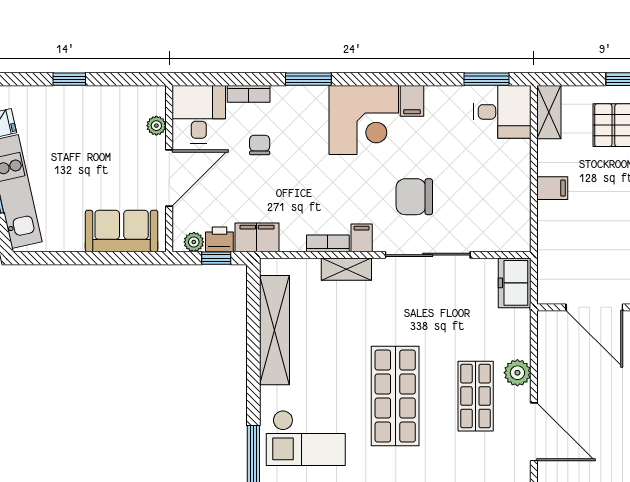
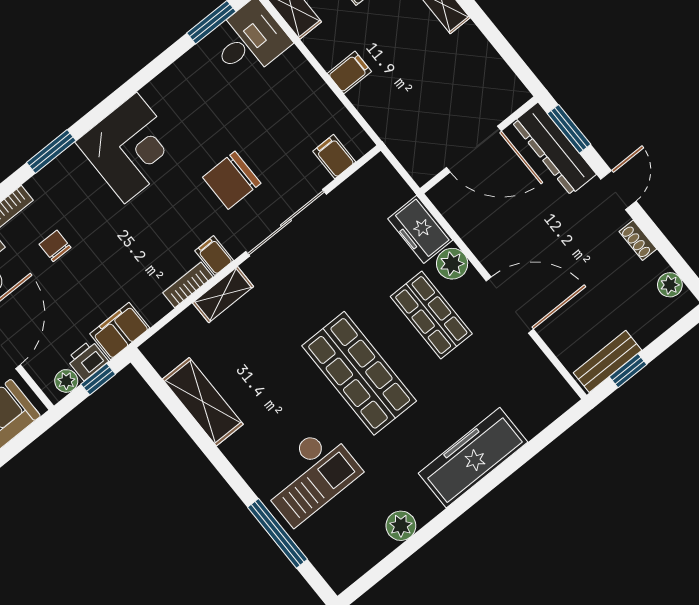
filing cabinet: (412, 101) -> (334, 157), moved, turned 180
freezer: (515, 283) -> (420, 229), moved
shelving: (274, 330) -> (203, 402), width x0.68

